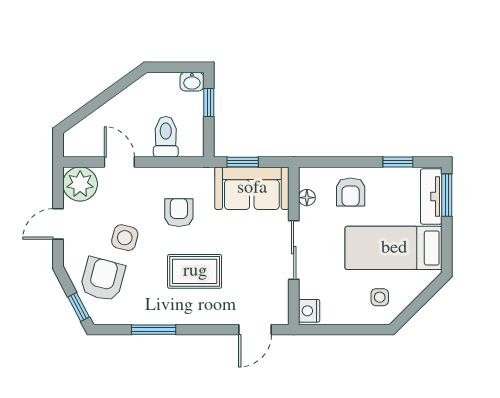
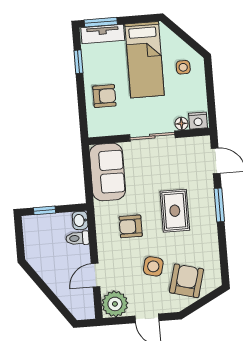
washbasin: (192, 82) -> (80, 220), moved, turned 180
toilet: (166, 137) -> (78, 238), width x0.73, depth x0.72
window: (243, 162) -> (88, 181), removed
floor lamp: (307, 198) -> (181, 124), moved
armchair: (103, 279) -> (187, 281), turned 90
window: (79, 307) -> (209, 297), removed
window: (154, 330) -> (219, 205), moved

